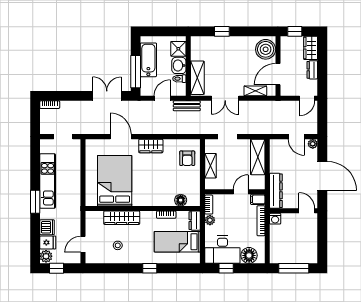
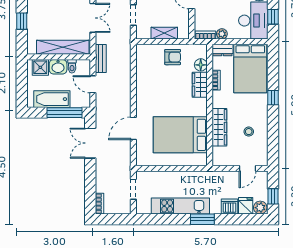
shelving: (197, 78) -> (63, 47), width x1.47
wardrobe: (151, 146) -> (200, 85), moved, turned 180
armchair: (187, 158) -> (173, 57), moved
bed: (177, 242) -> (250, 68), width x1.50
door: (83, 244) -> (248, 168), hinge flipped

